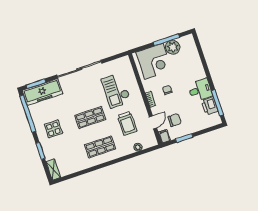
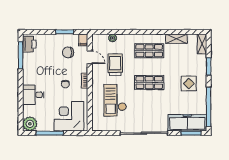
plant: (173, 47) -> (30, 124), moved
checkout: (116, 90) -> (115, 100), turned 180
desk: (200, 90) -> (33, 95), moved
printer: (210, 106) -> (29, 44), moved
door: (153, 122) -> (90, 57), swing flipped
shelving: (79, 166) -> (176, 39), added

